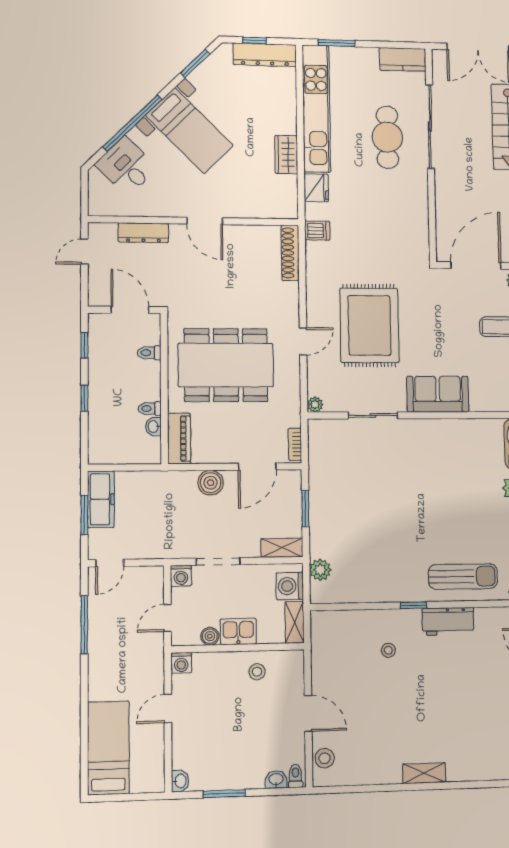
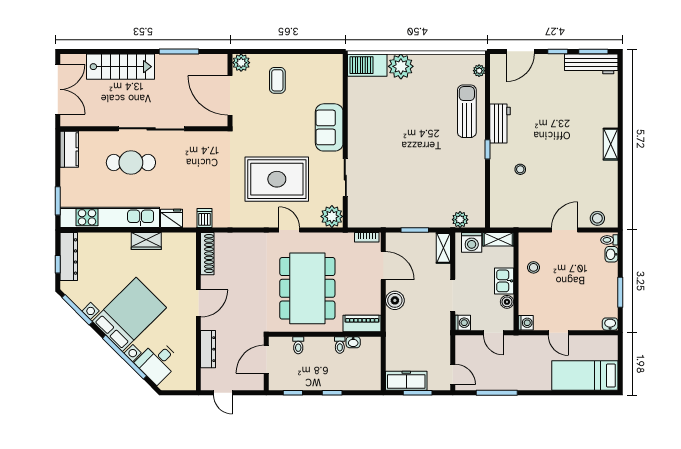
window: (195, 63) -> (77, 310), width x1.44
sliding door: (430, 127) -> (151, 129), moved
bed with nightstands: (189, 131) -> (129, 314), width x1.36
shoe rack: (290, 253) -> (207, 254), moved, turned -90
plant: (315, 405) -> (332, 216), width x1.88, depth x1.88

